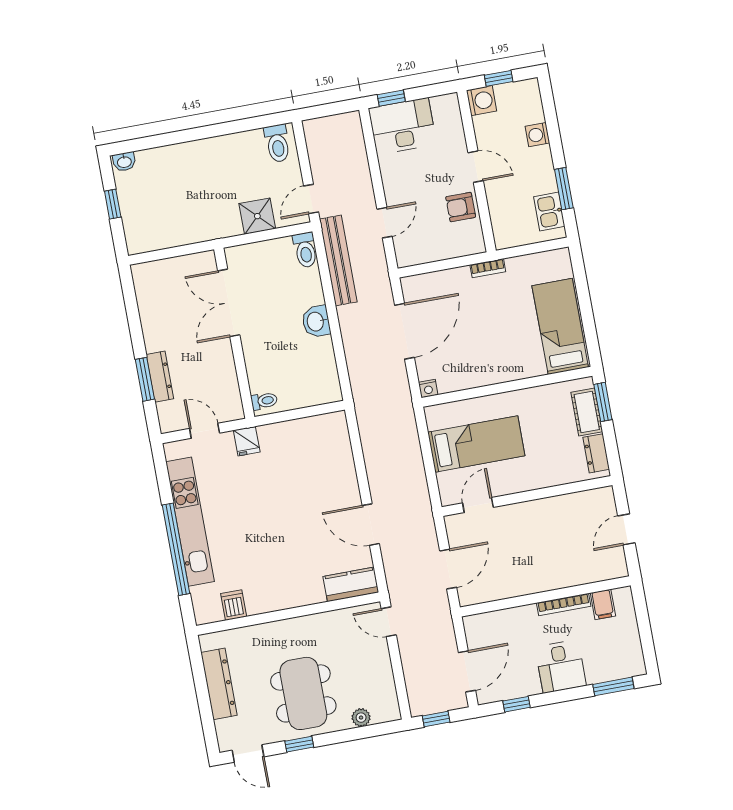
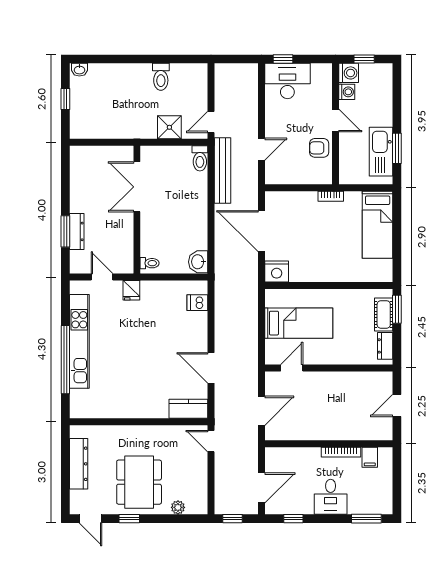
washing machine: (537, 135) -> (347, 92), moved, turned 180
toilet: (277, 143) -> (161, 77), moved
kitchen sink: (549, 211) -> (381, 152), width x1.88, depth x1.24
washbasin: (316, 321) -> (198, 262), moved
bed: (560, 326) -> (378, 225), moved, turned 180
door: (404, 331) -> (261, 231), swing flipped
nightstand: (428, 389) -> (277, 271), width x1.89, depth x1.79
dishwasher: (234, 605) -> (197, 303), moved, turned -90

